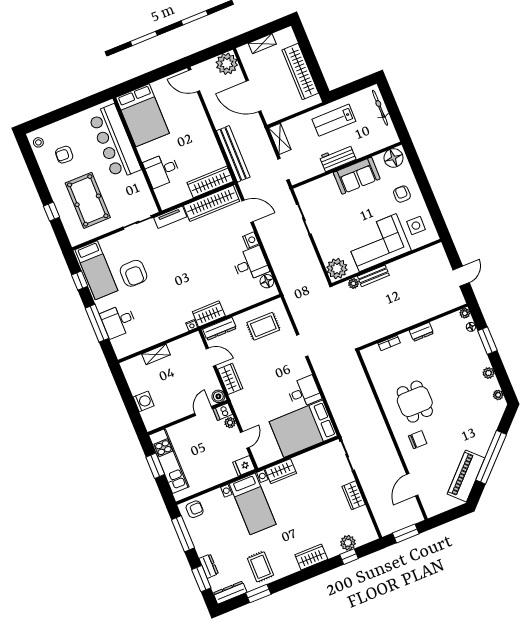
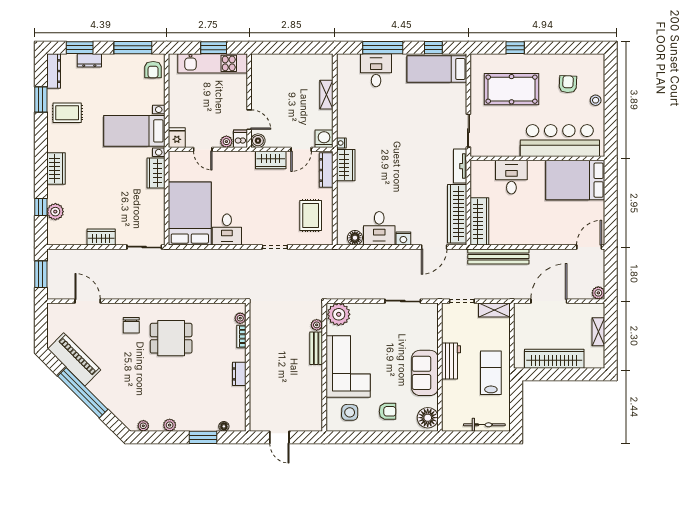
plant: (227, 64) -> (598, 293), width x0.53, depth x0.53
stool: (38, 142) -> (596, 100), moved
armchair: (134, 273) -> (418, 105), removed
plant: (465, 313) -> (240, 318), moved
washing machine: (144, 401) -> (324, 139), moved, turned 180

